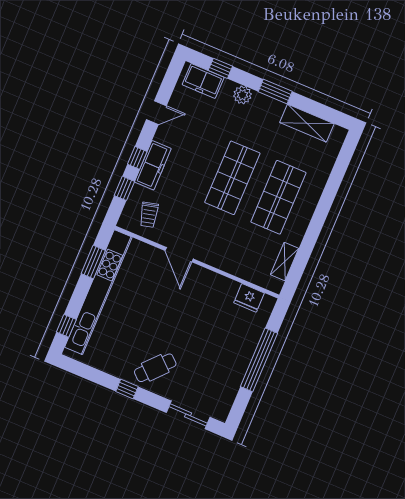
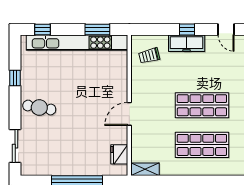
window: (124, 188) -> (161, 30), removed
door: (179, 255) -> (129, 114), moved
shelving: (285, 262) -> (145, 169), moved
cafe table: (155, 368) -> (39, 108), turned -32
window: (127, 389) -> (15, 78), moved

